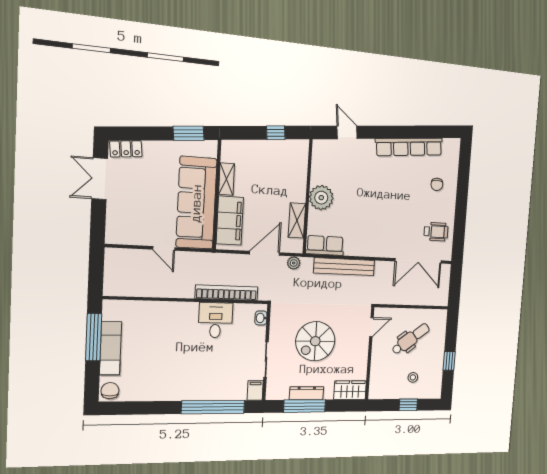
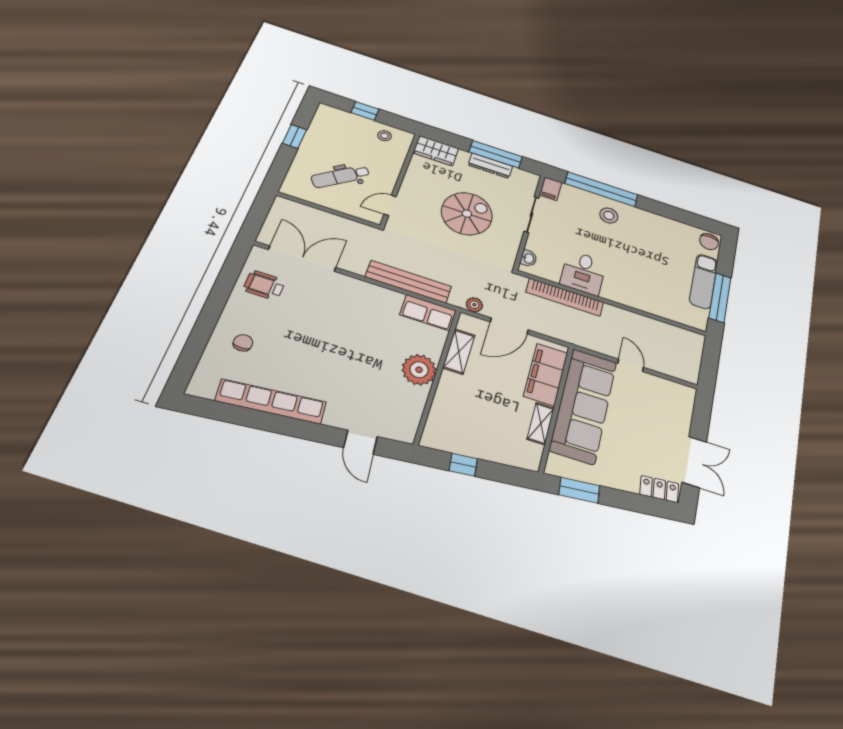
stool: (413, 377) -> (385, 136), moved
stool: (203, 383) -> (609, 216), added

